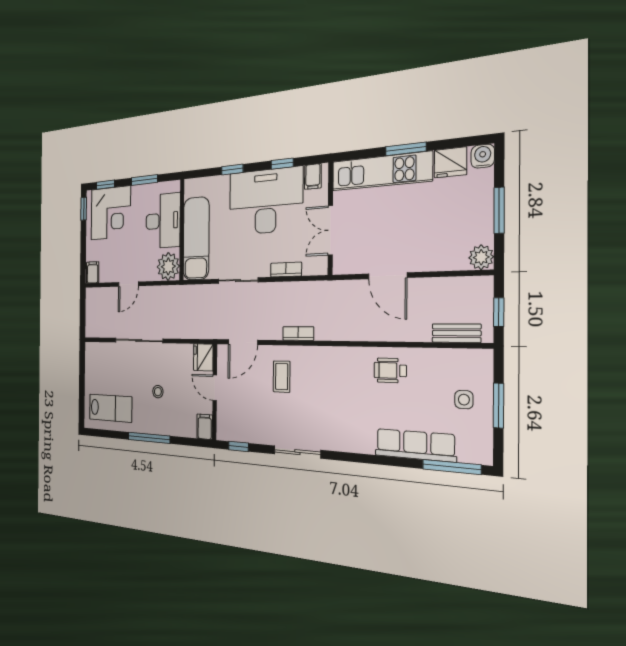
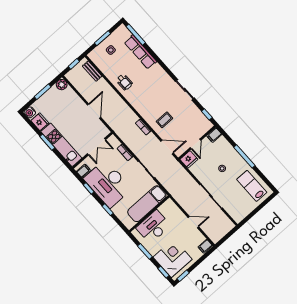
plant: (168, 266) -> (169, 208), removed

